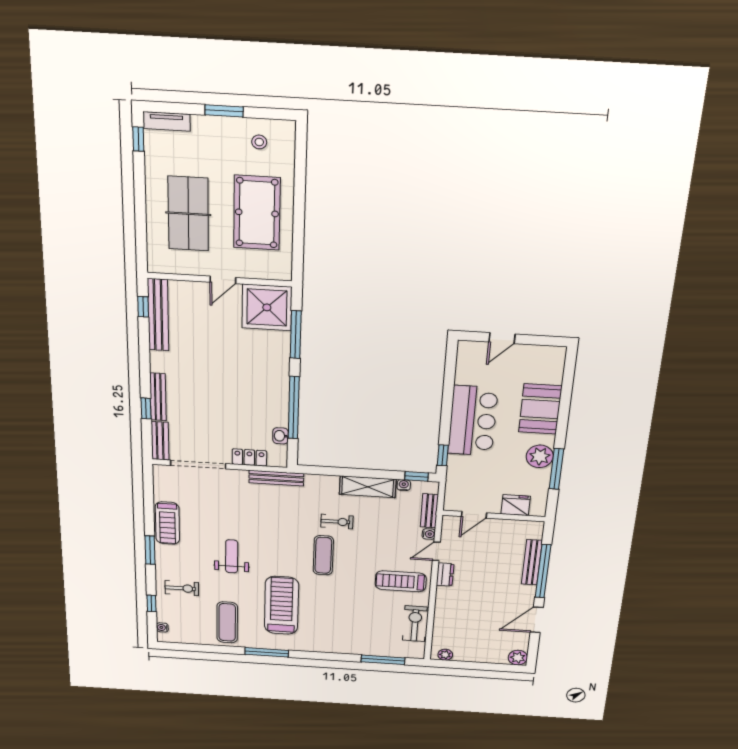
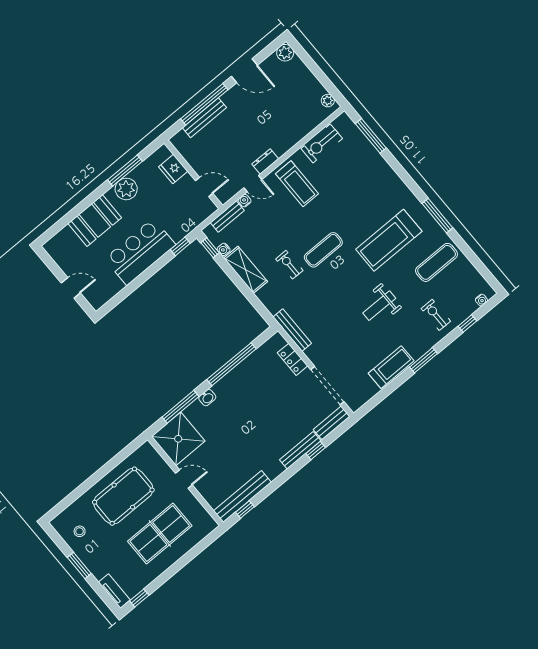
washbasin: (280, 436) -> (207, 398), moved

